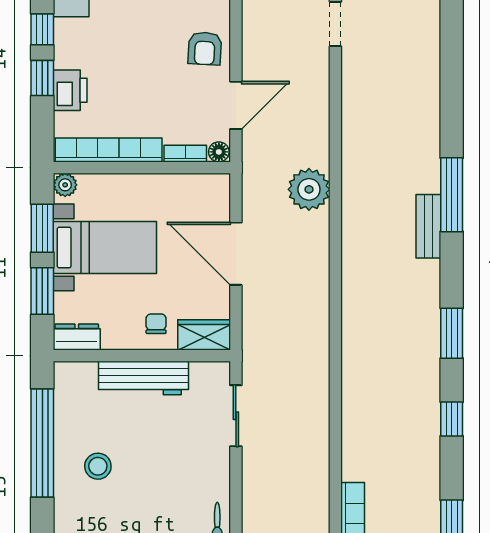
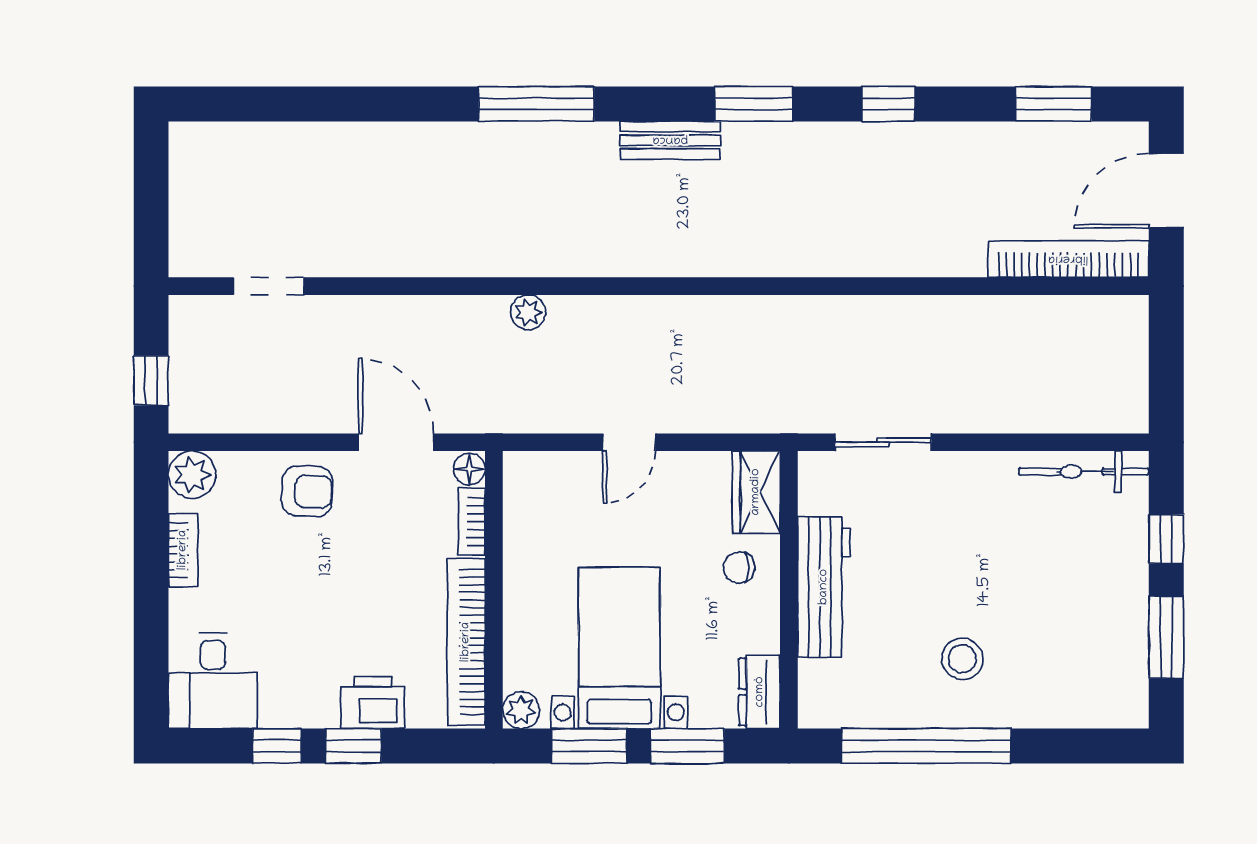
plant: (309, 189) -> (528, 312), width x0.53, depth x0.53
bench: (428, 226) -> (670, 140), moved
door: (236, 254) -> (629, 442), width x0.53

